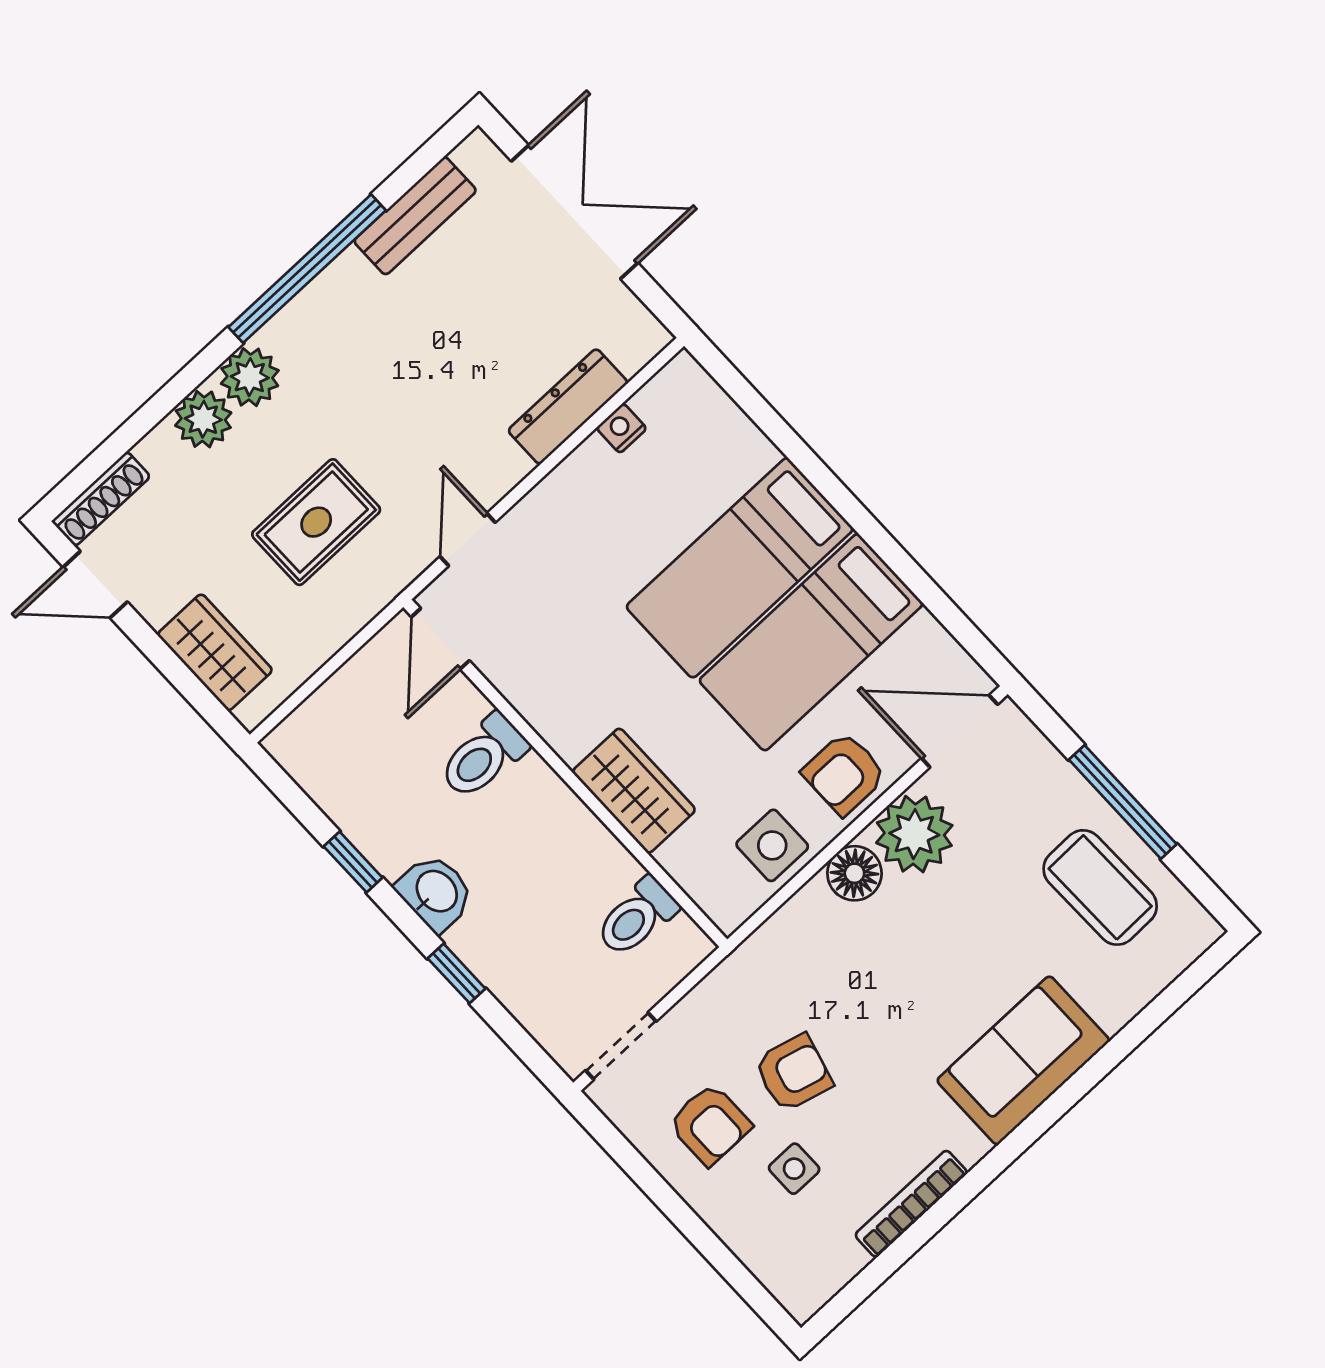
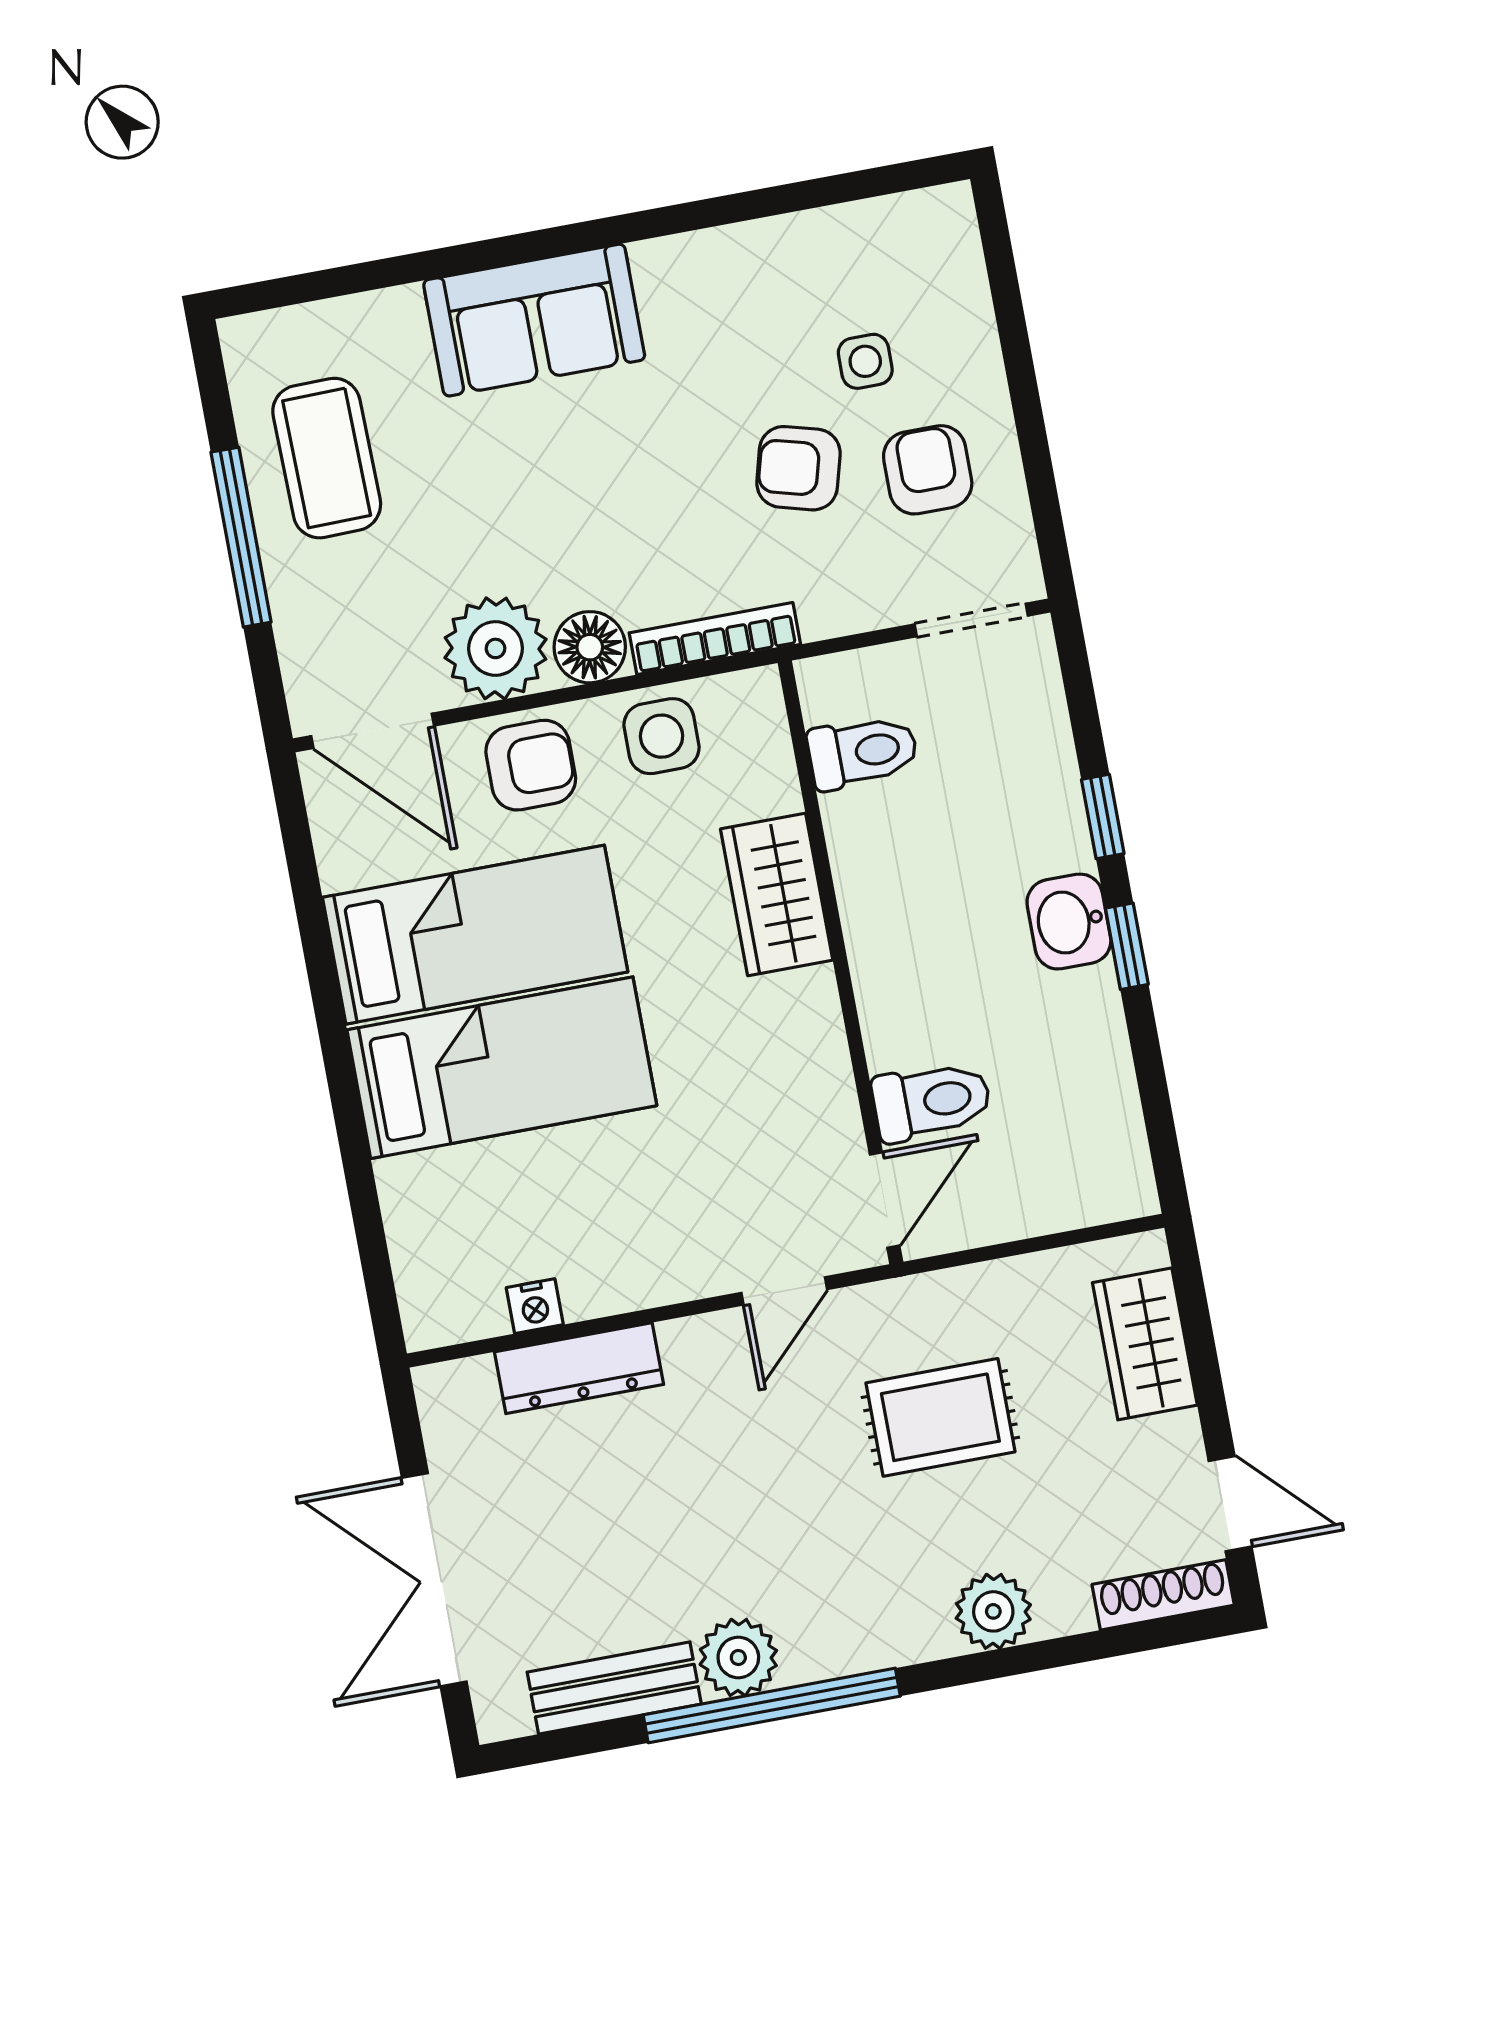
plant: (250, 377) -> (738, 1658), moved
toilet: (483, 757) -> (932, 1101), moved
window: (353, 862) -> (1127, 946), moved
bookcase: (911, 1204) -> (715, 639), moved, turned 180

